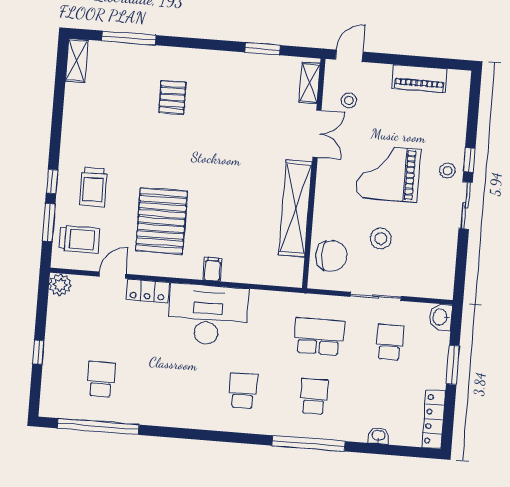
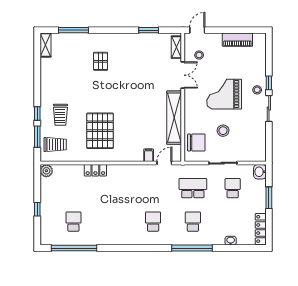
filing cabinet: (212, 269) -> (149, 155), moved
door: (113, 275) -> (164, 163), moved
desk: (207, 315) -> (130, 181), removed

